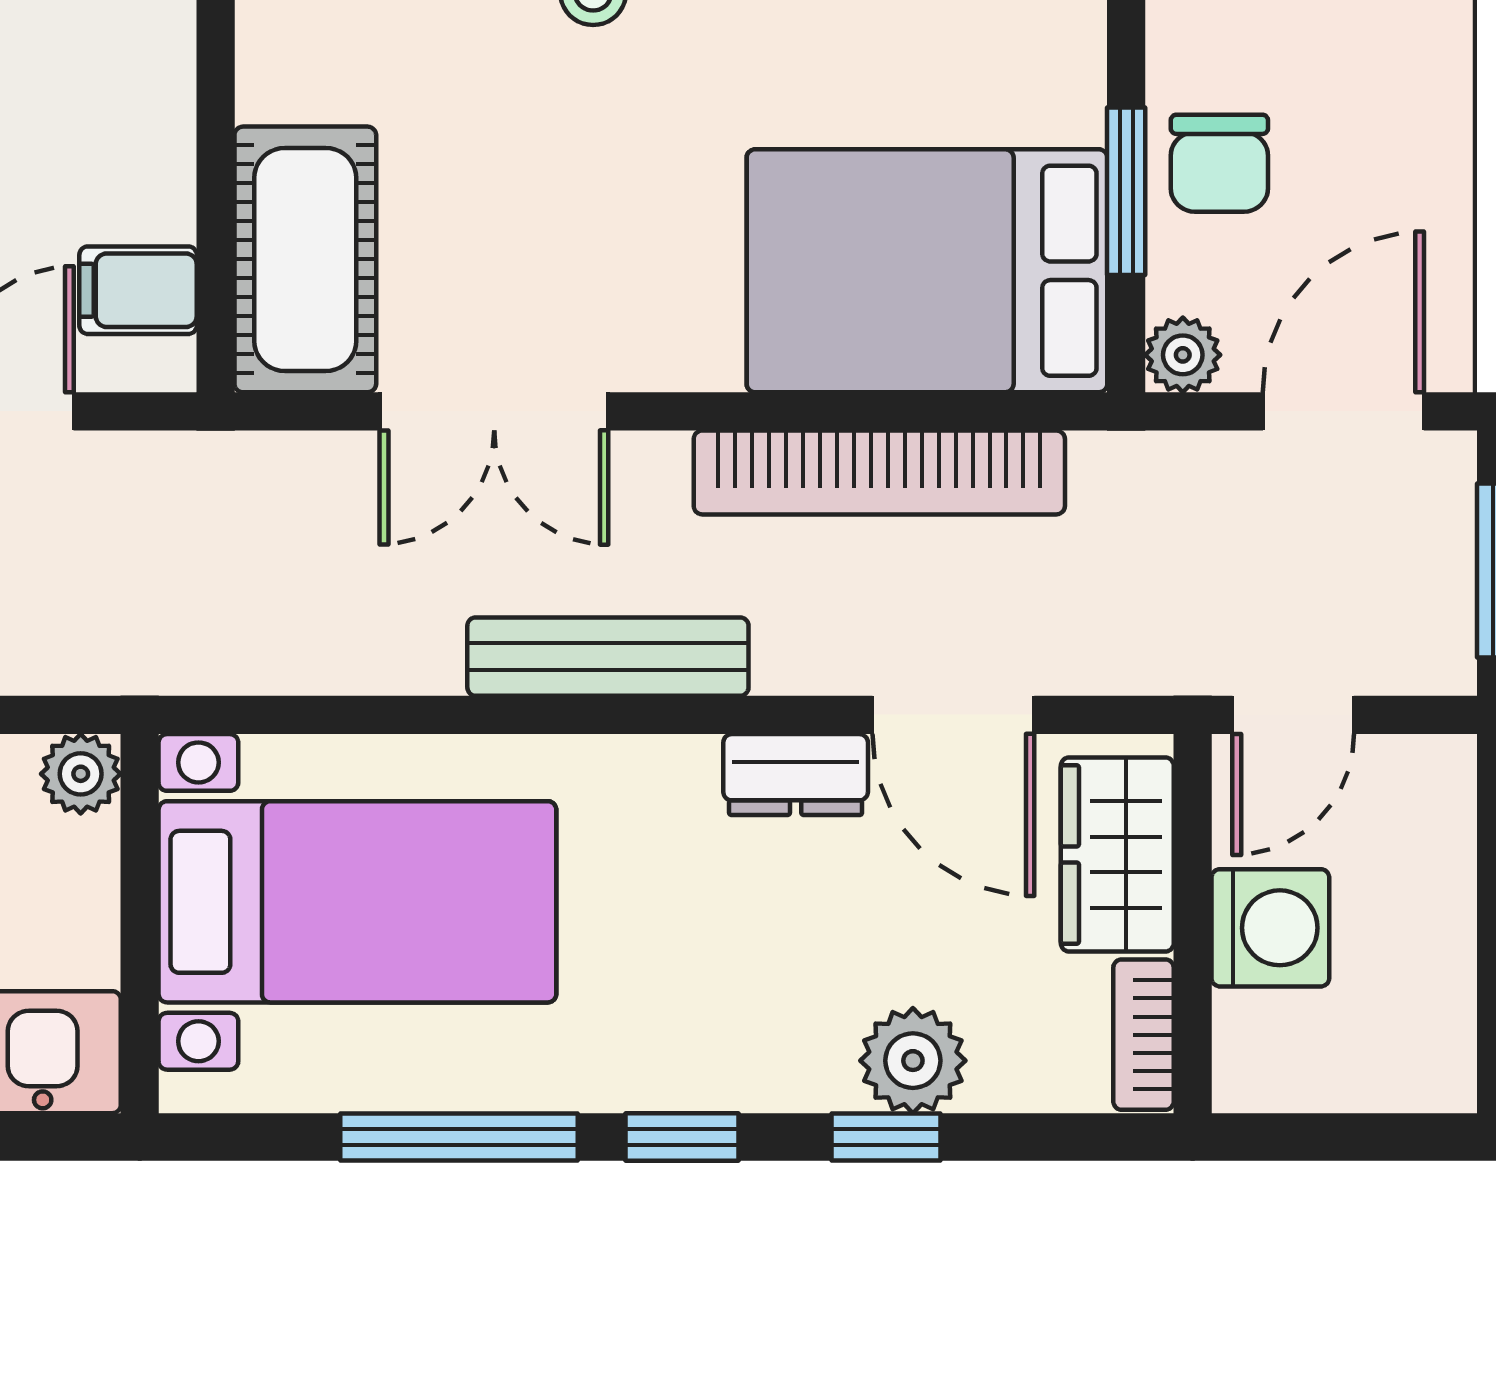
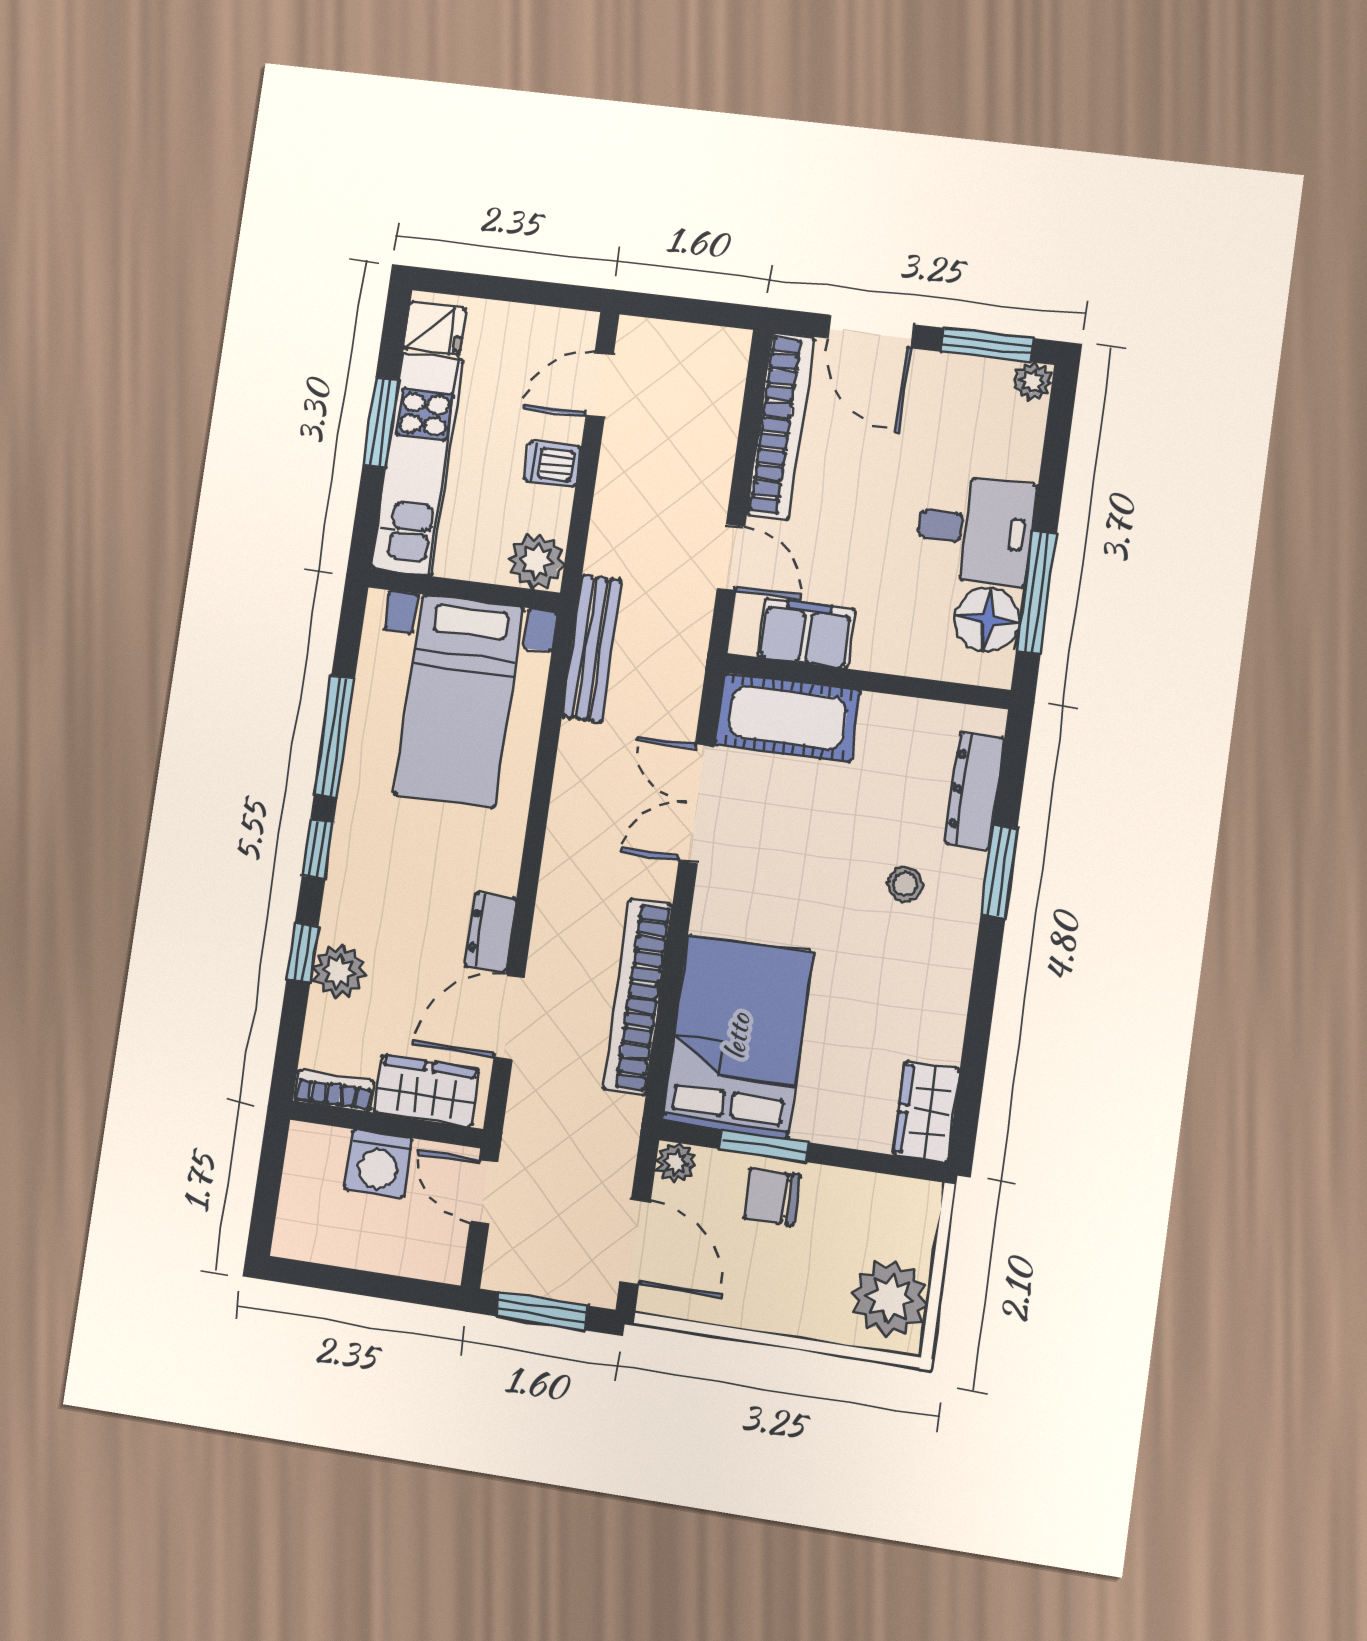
filing cabinet: (138, 290) -> (806, 633), width x2.00
bench: (608, 657) -> (592, 649), moved
plant: (81, 774) -> (537, 561), width x1.38, depth x1.38

